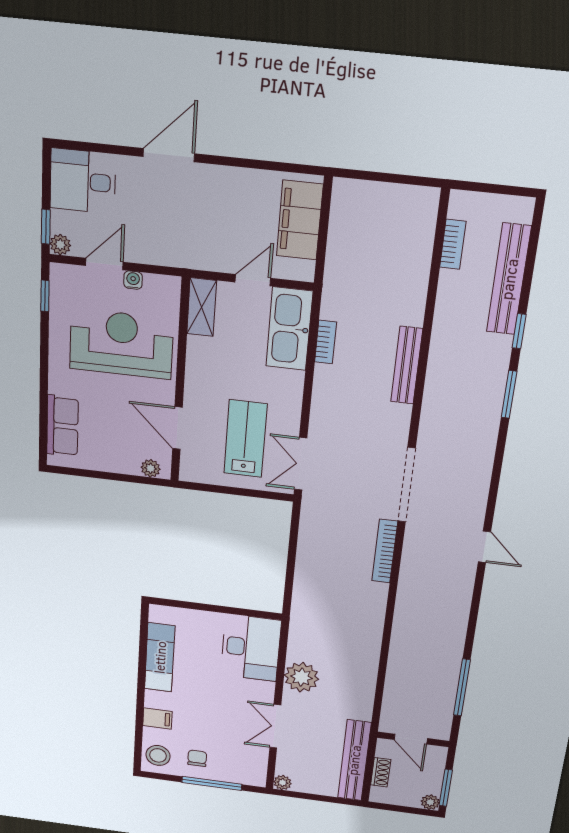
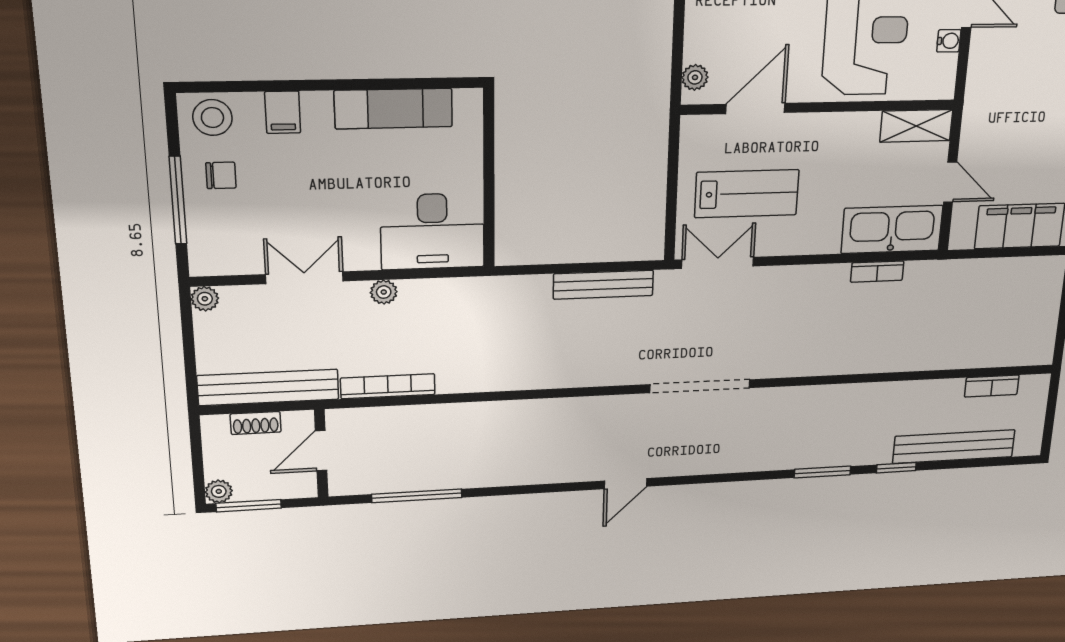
bench: (407, 365) -> (603, 285), moved
bookcase: (385, 551) -> (388, 386), moved
plant: (301, 677) -> (384, 292), width x0.53, depth x0.53

